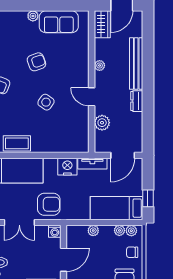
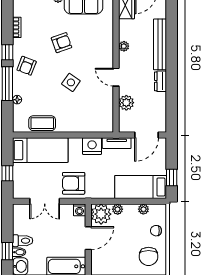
armchair: (49, 204) -> (74, 183), turned 180
plant: (131, 231) -> (101, 214), moved, width x1.88, depth x1.88

